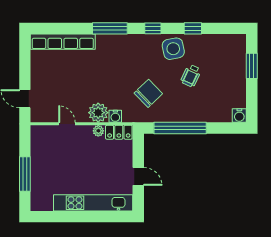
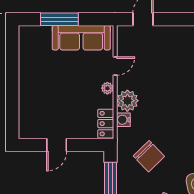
plant: (98, 131) -> (107, 88), moved
sofa: (41, 154) -> (81, 38), added
kitchen unit: (93, 203) -> (27, 95), removed

